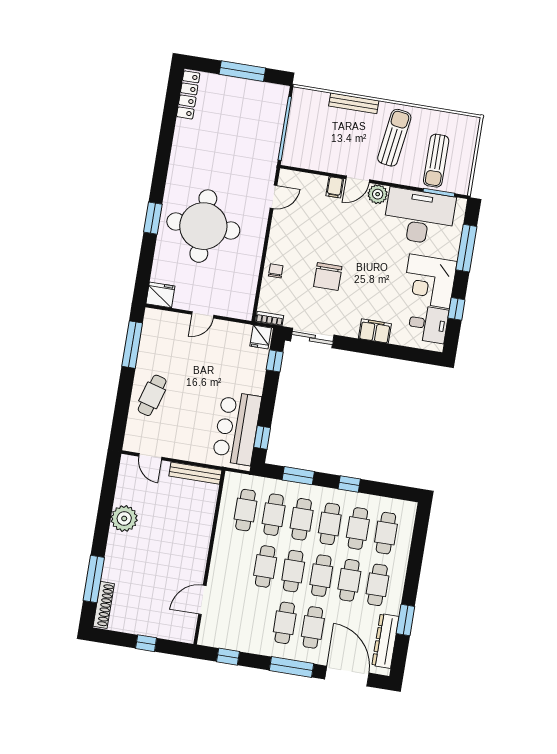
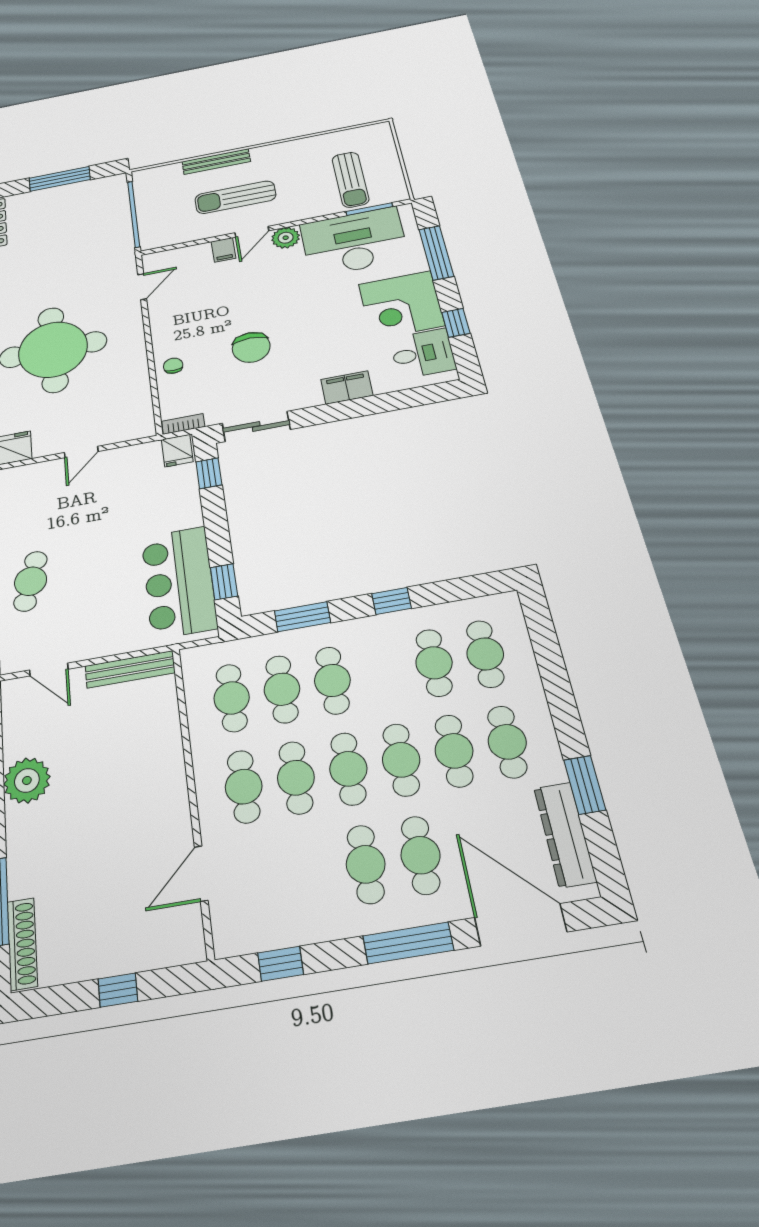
sun lounger: (394, 138) -> (235, 197), moved, turned -98
cafe table: (330, 524) -> (244, 787), moved

